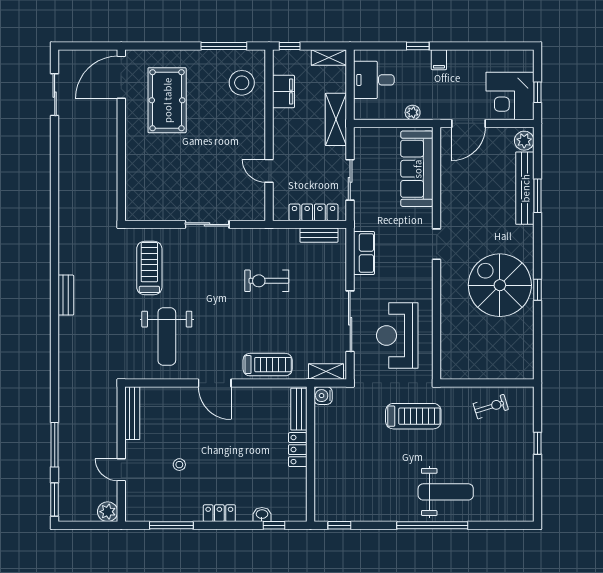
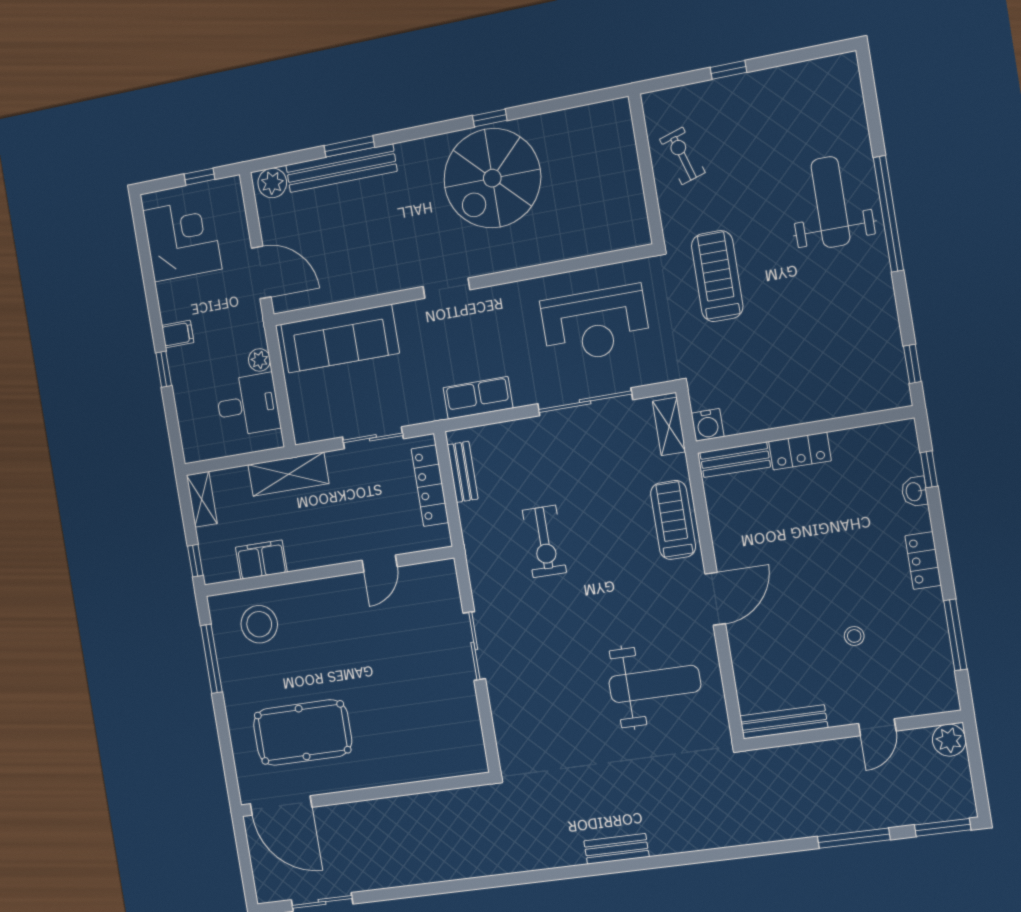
desk: (374, 80) -> (248, 405), moved, turned -90
corner desk: (510, 96) -> (182, 240), moved, turned -90
treadmill: (149, 268) -> (554, 725), removed

